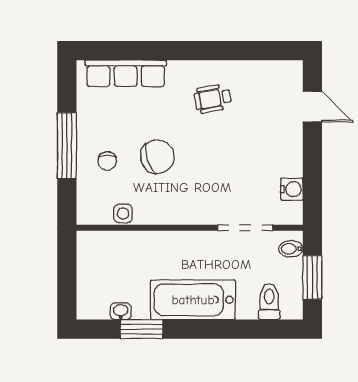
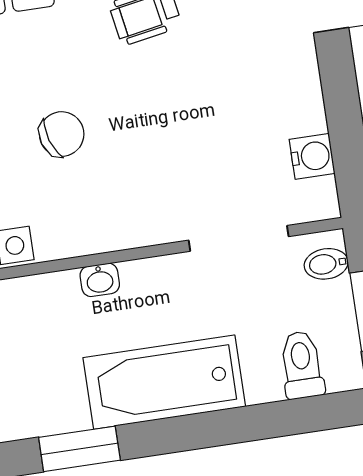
chair: (157, 157) -> (62, 134), width x0.73, depth x0.73
washbasin: (121, 311) -> (100, 280), moved, turned 180

